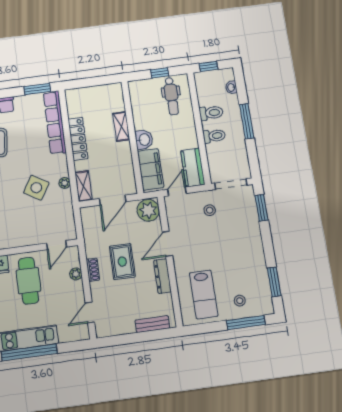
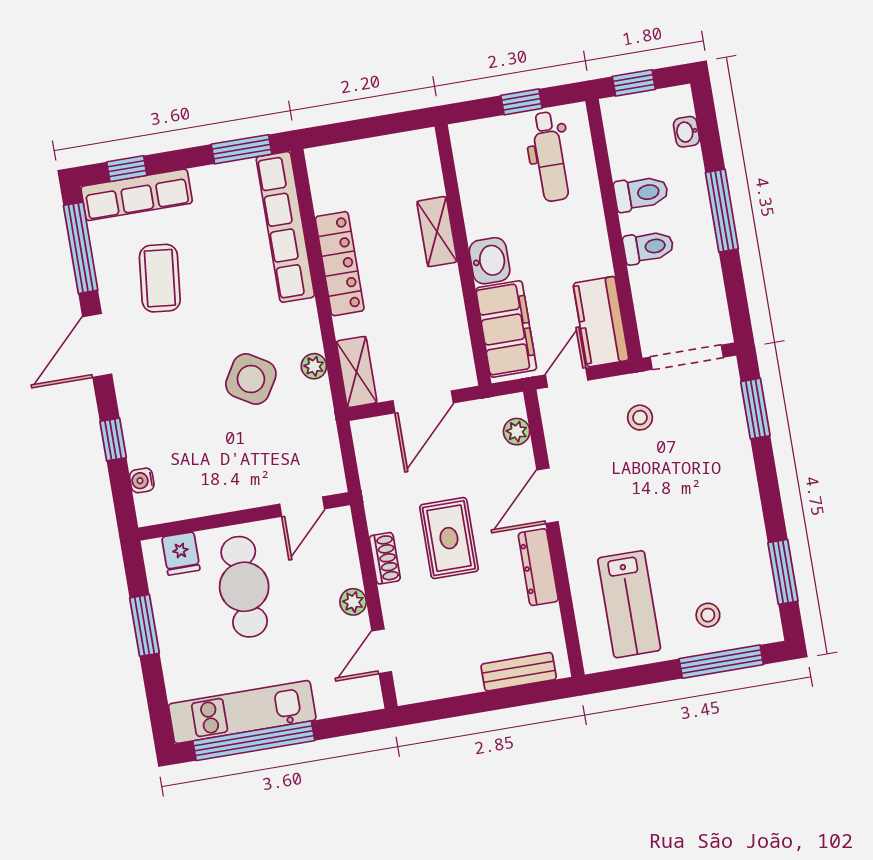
plant: (148, 210) -> (517, 432), width x0.53, depth x0.53
plant: (76, 274) -> (353, 602), moved

